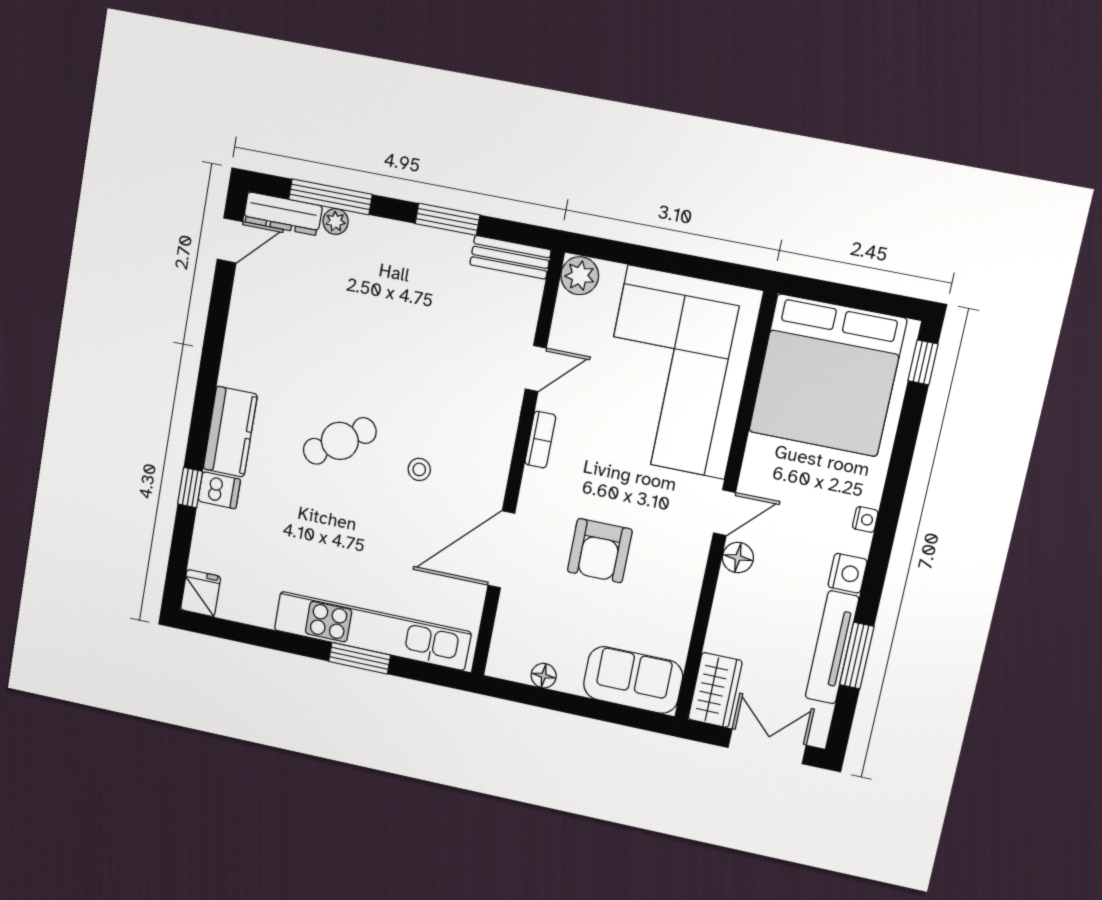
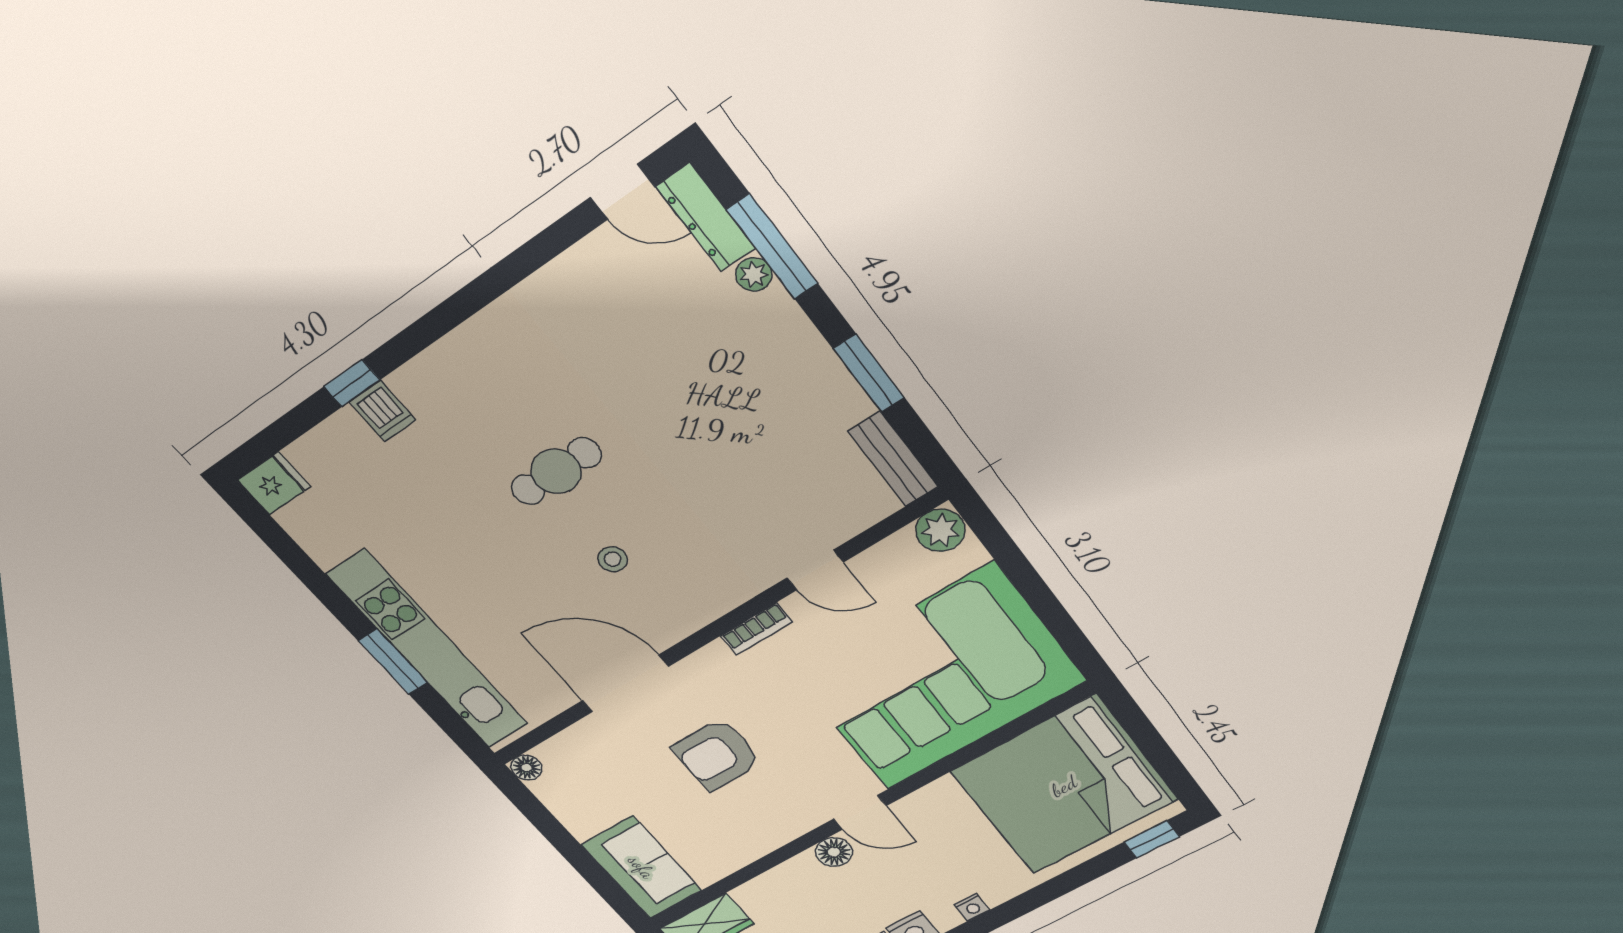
kitchen counter: (230, 432) -> (446, 369), removed
cafe table: (340, 441) -> (556, 471), turned -56
floor lamp: (544, 676) -> (526, 768), moved

